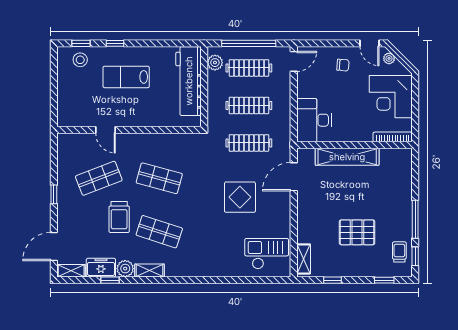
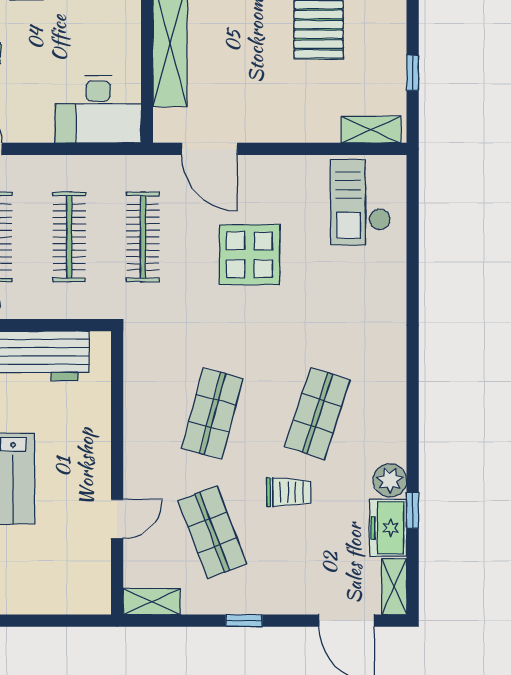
trolley: (119, 217) -> (289, 492), width x0.73, depth x0.72
shelving: (150, 271) -> (152, 602), moved, turned 90

